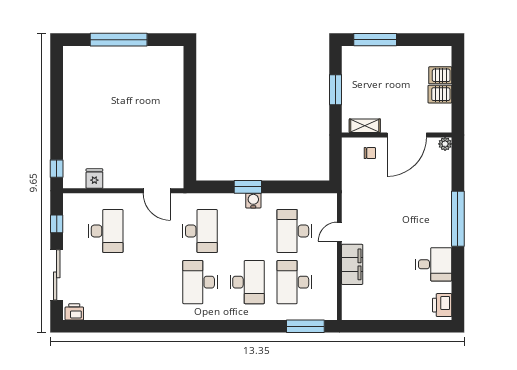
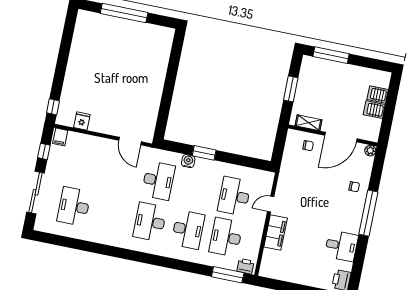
chair: (435, 191) -> (354, 187), added
water cooler: (253, 201) -> (188, 161), moved
filing cabinet: (73, 203) -> (60, 137), added
desk: (106, 231) -> (74, 206), moved, turned 180
printer: (74, 312) -> (245, 266), moved

